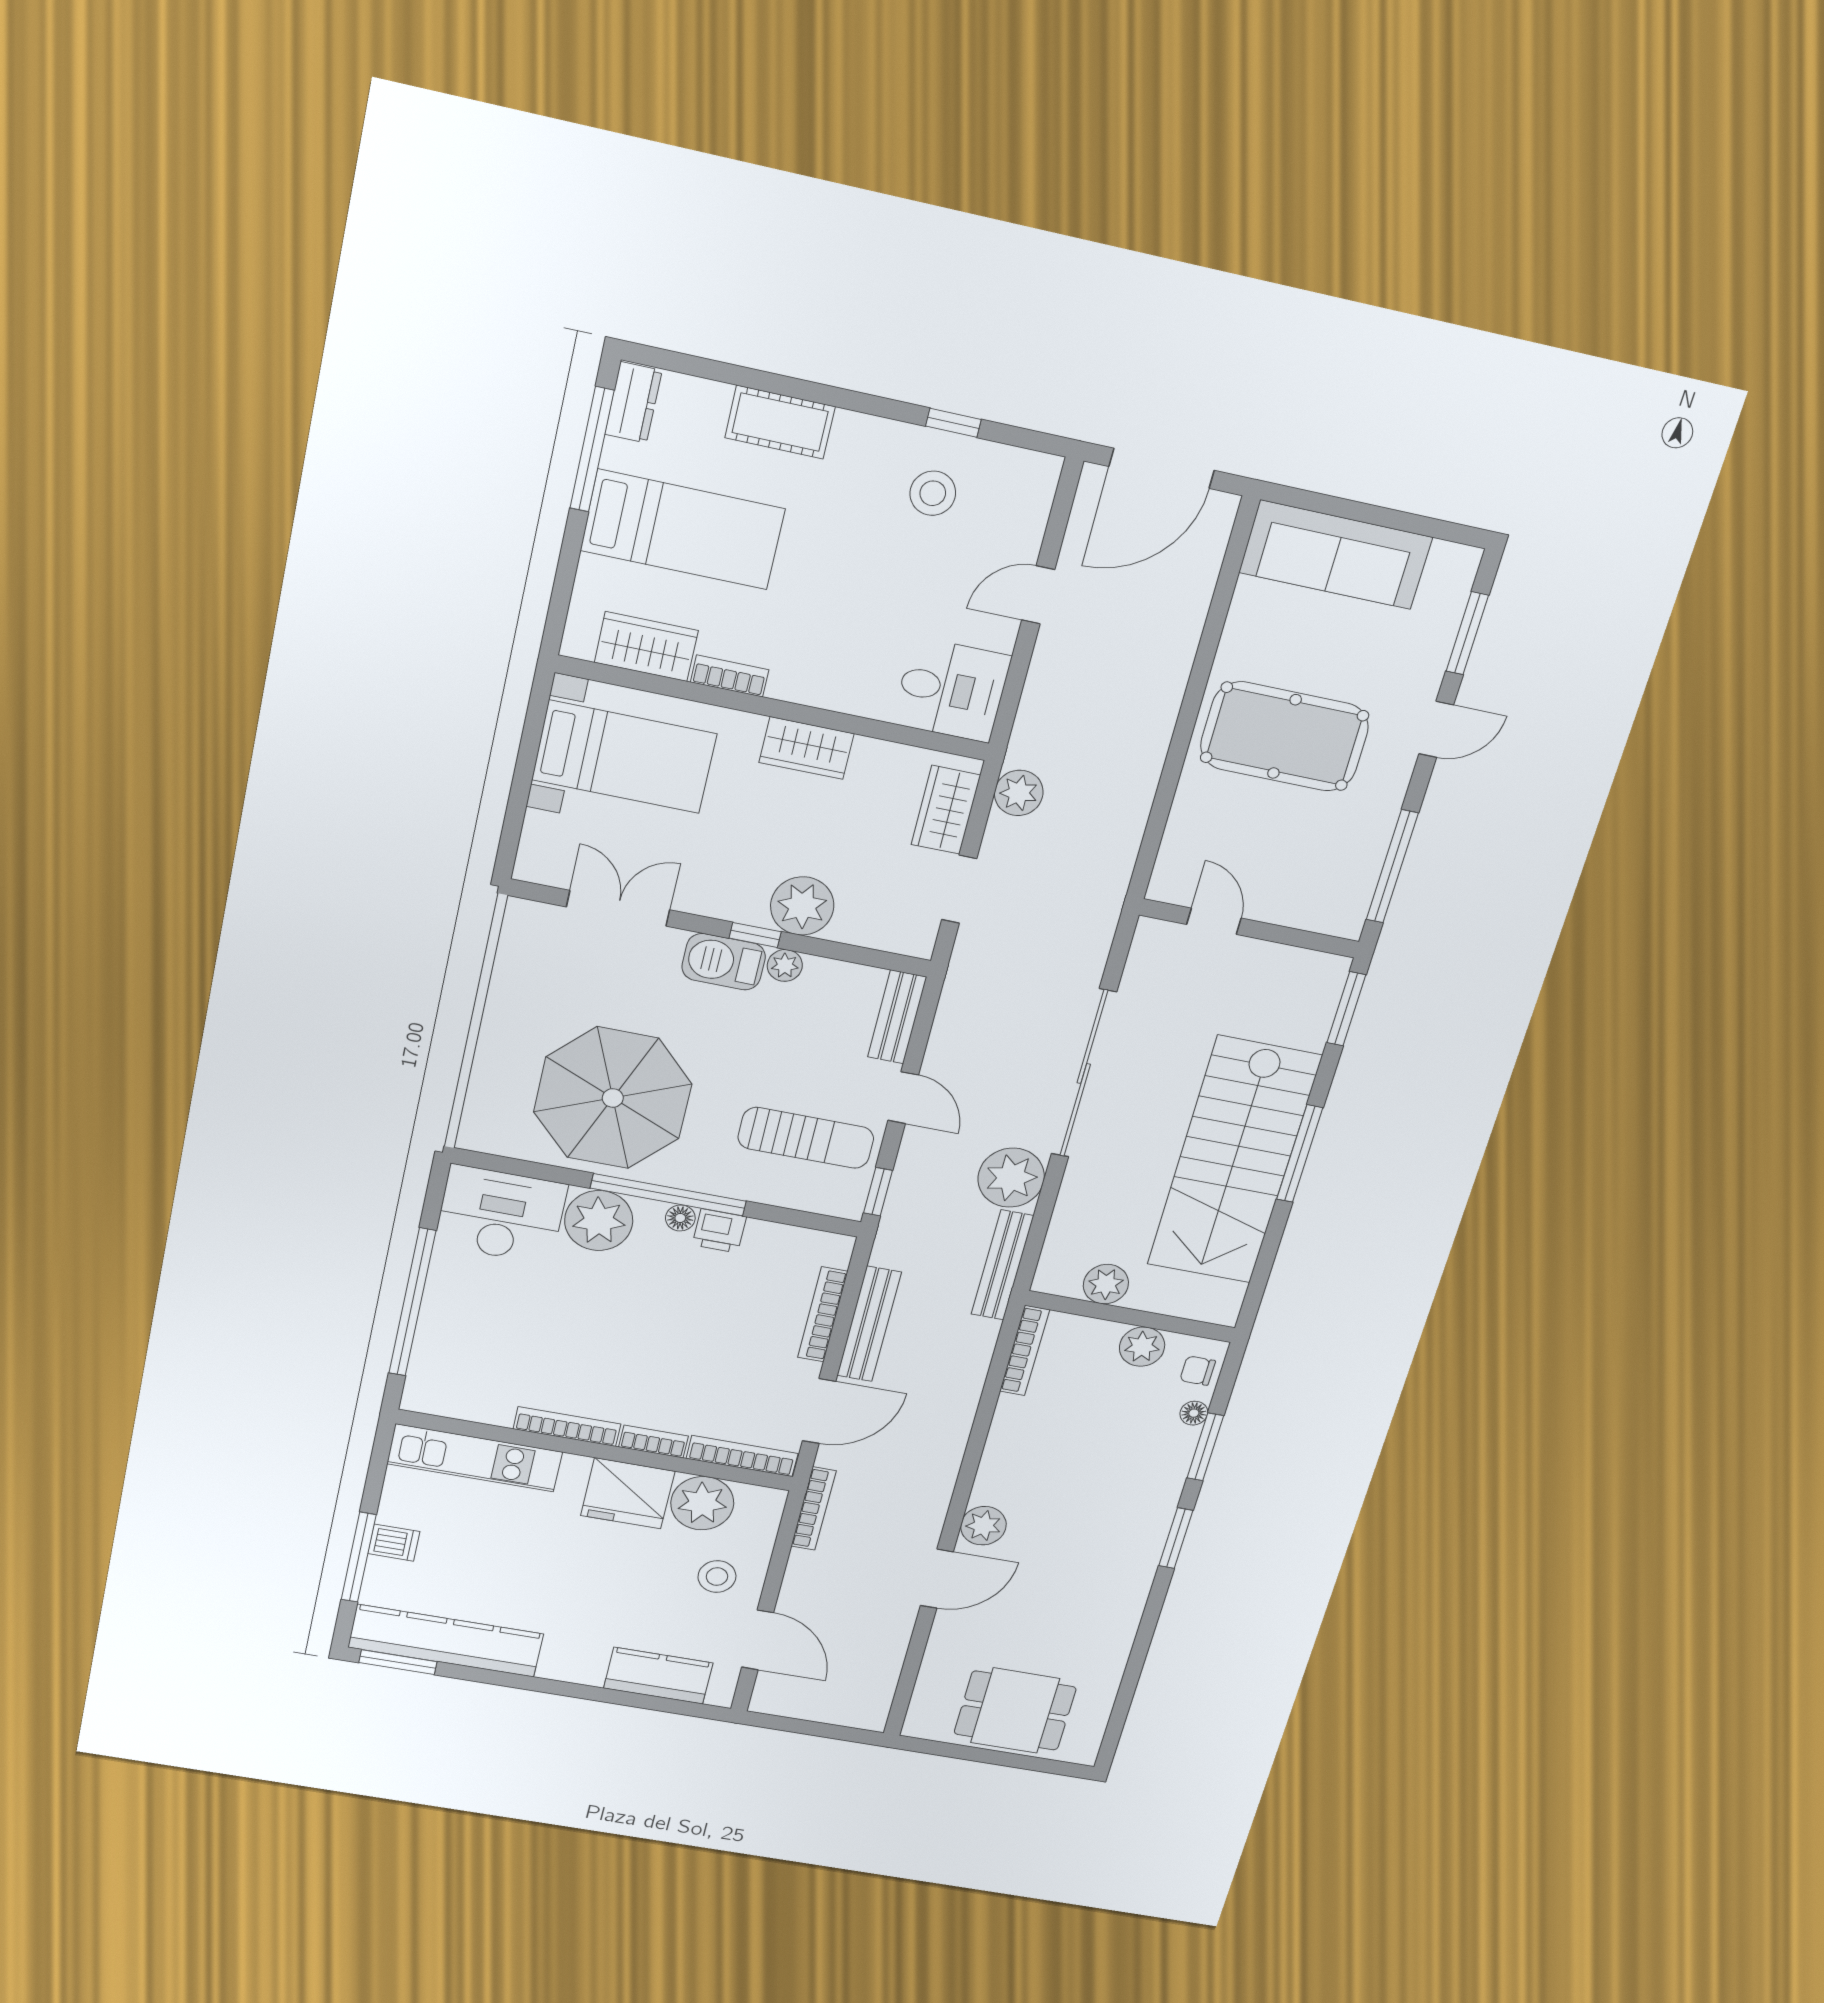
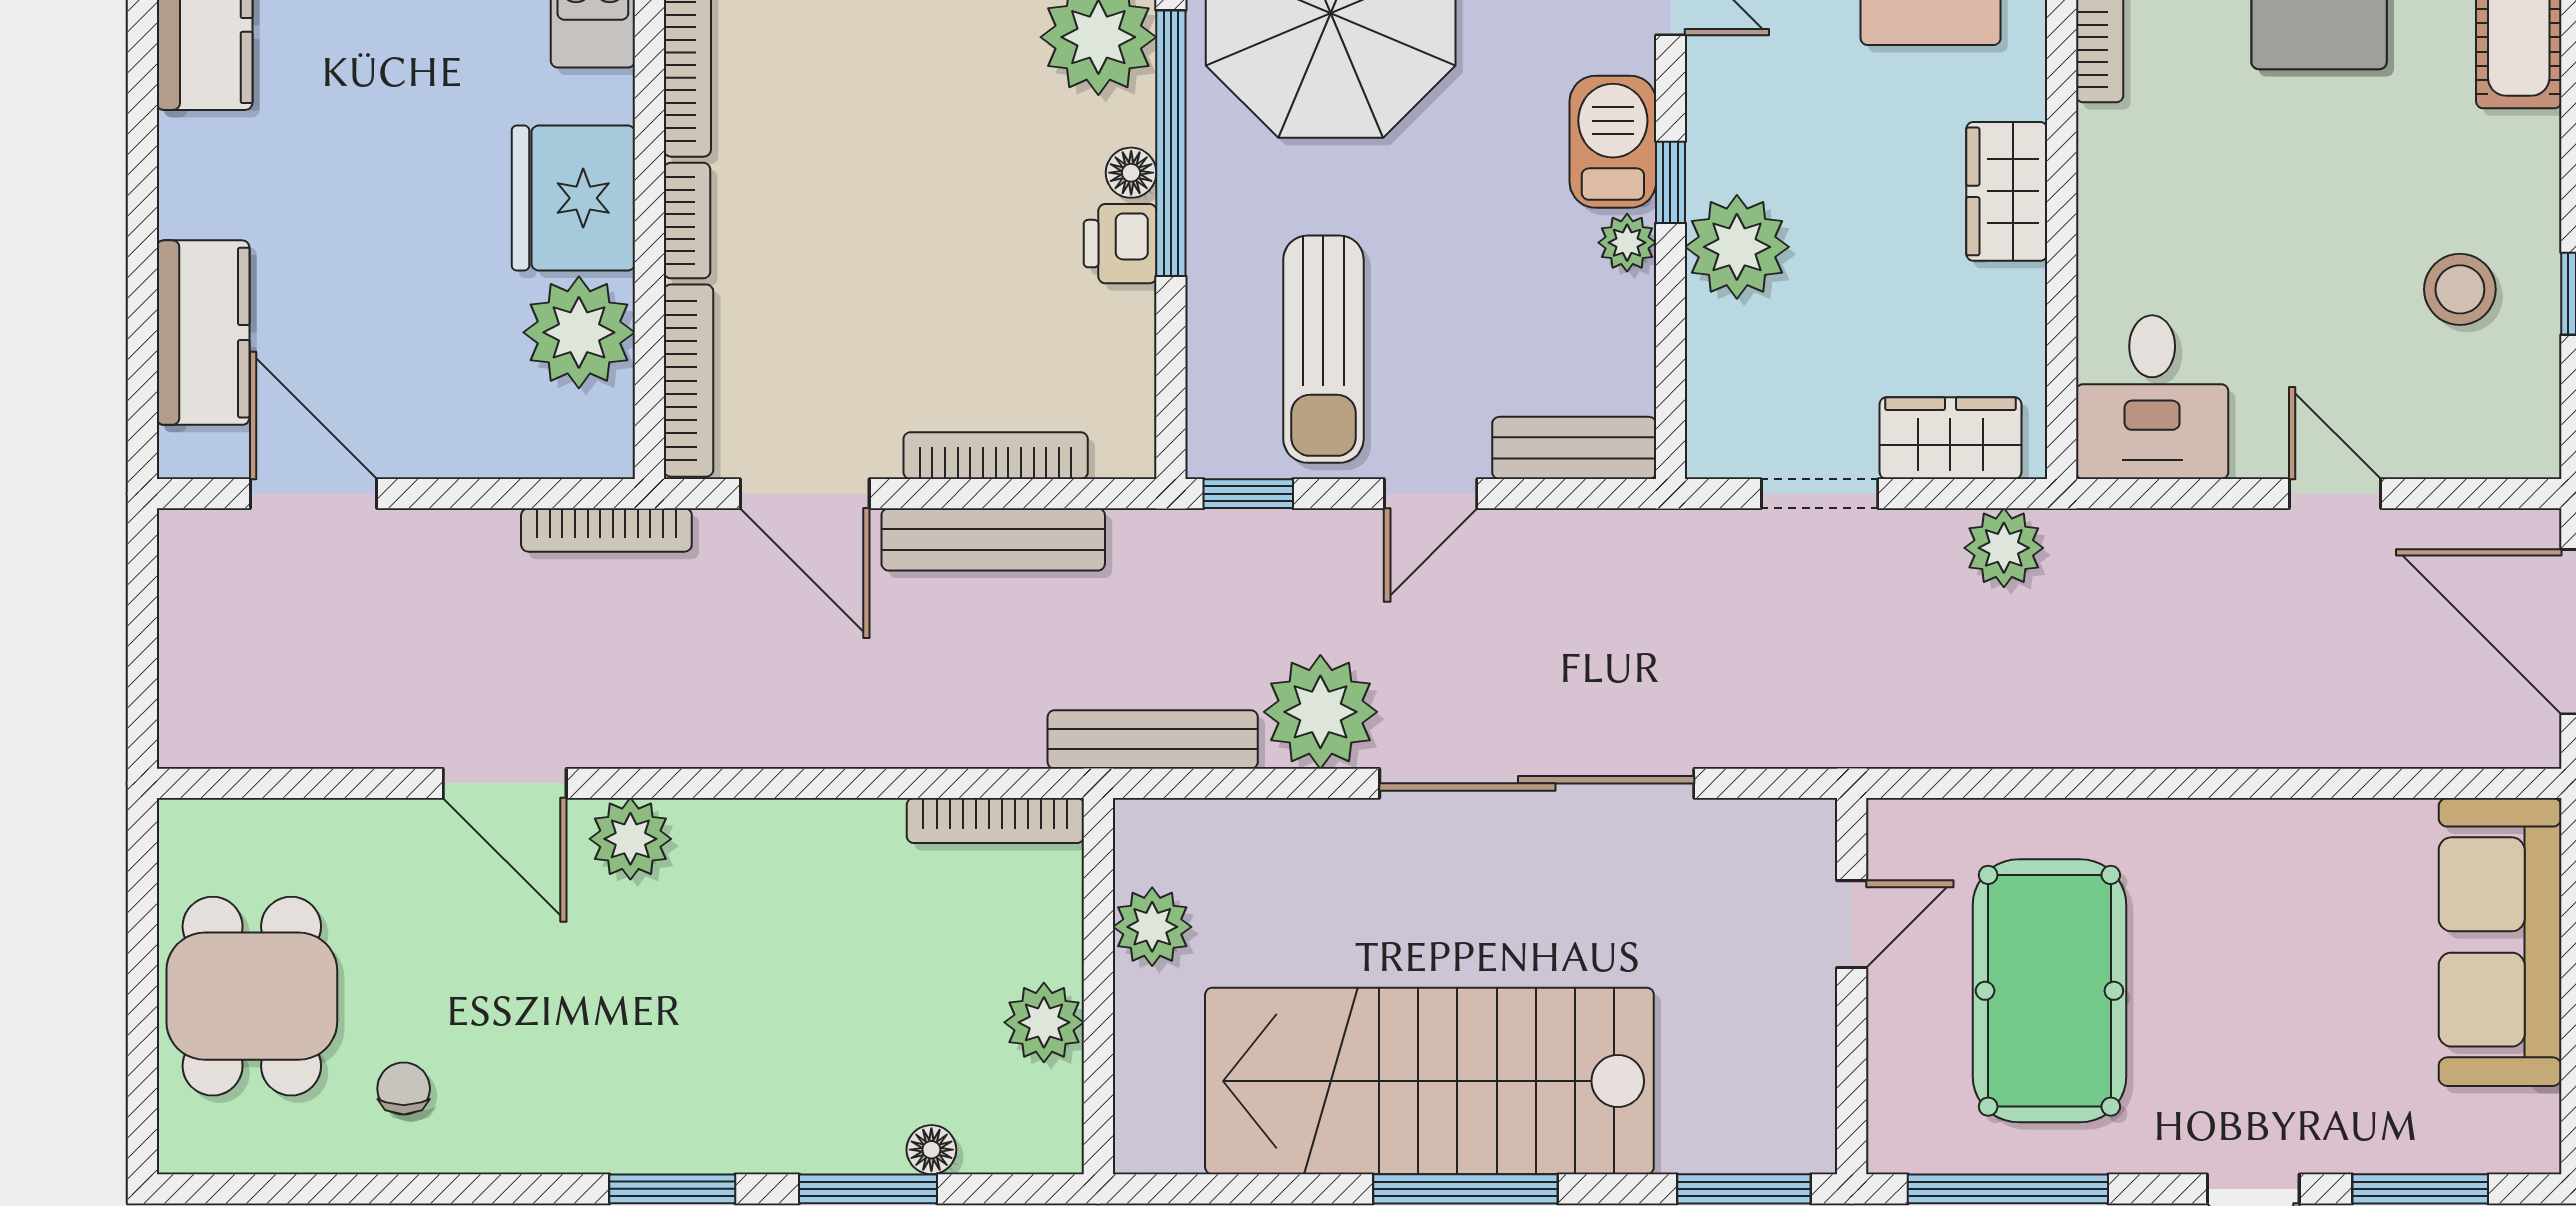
pool table: (1284, 736) -> (2049, 991), moved
chair: (1198, 1371) -> (404, 1088), moved
stool: (717, 1576) -> (433, 392), removed
door: (758, 1640) -> (314, 494), swing flipped

